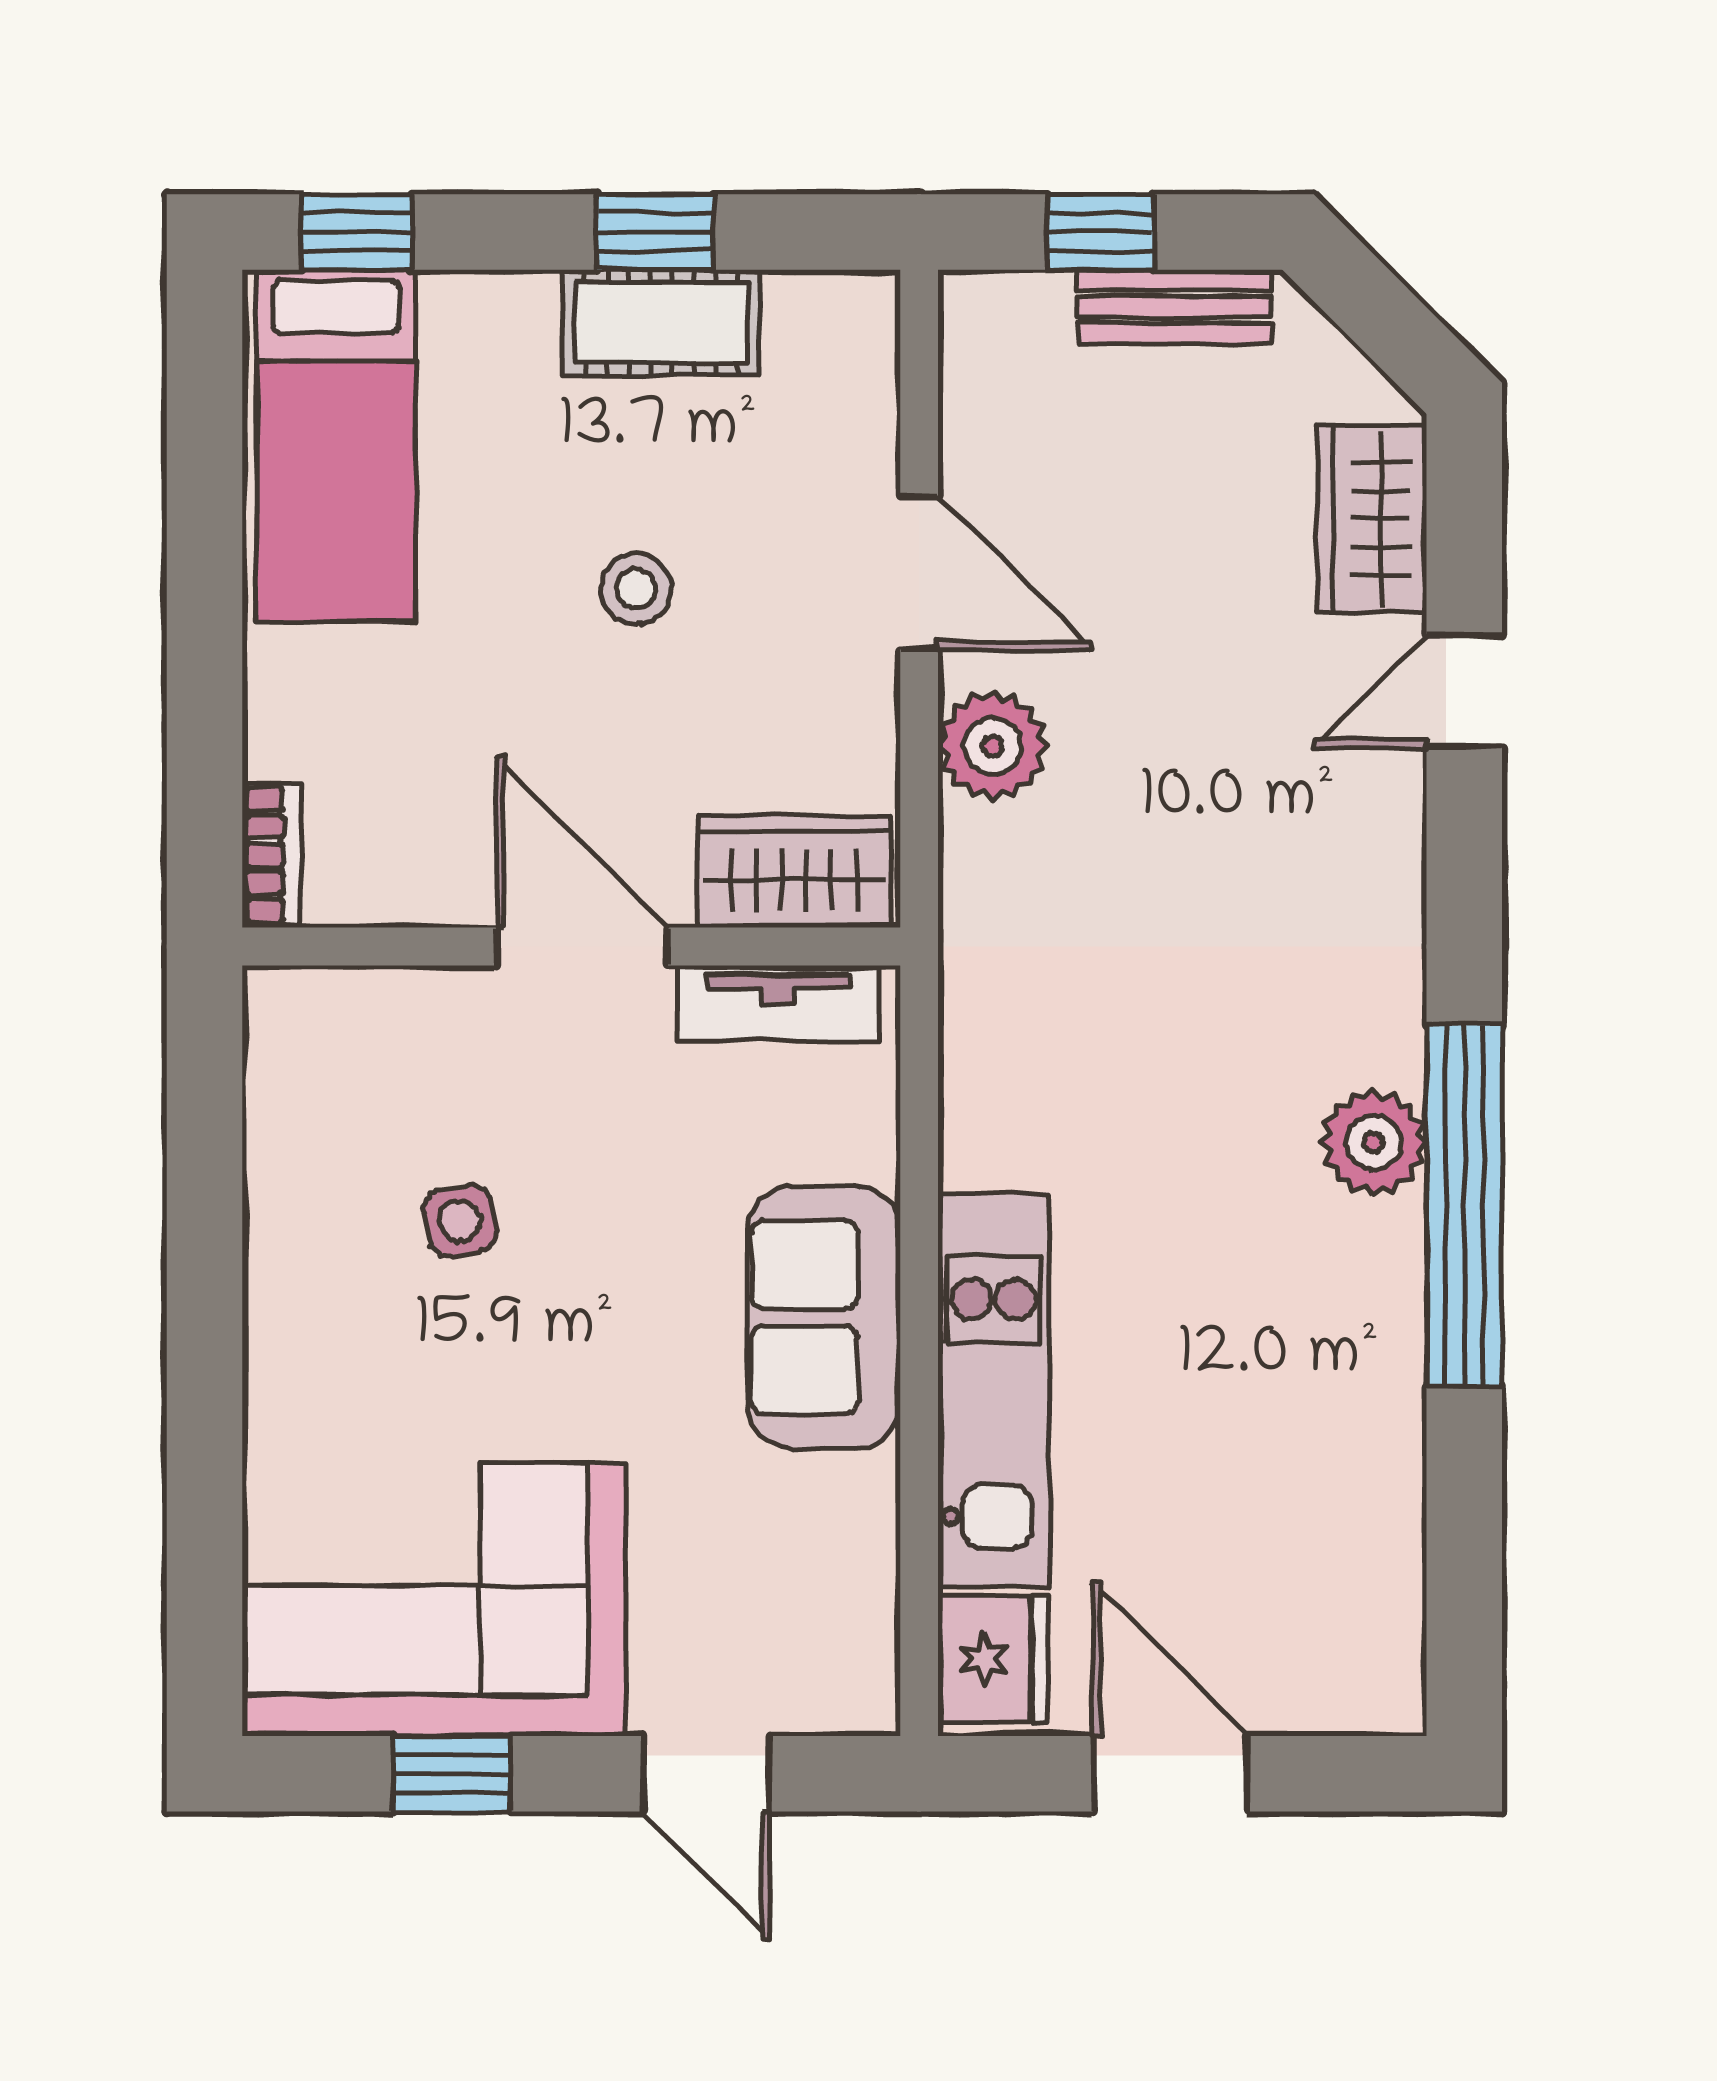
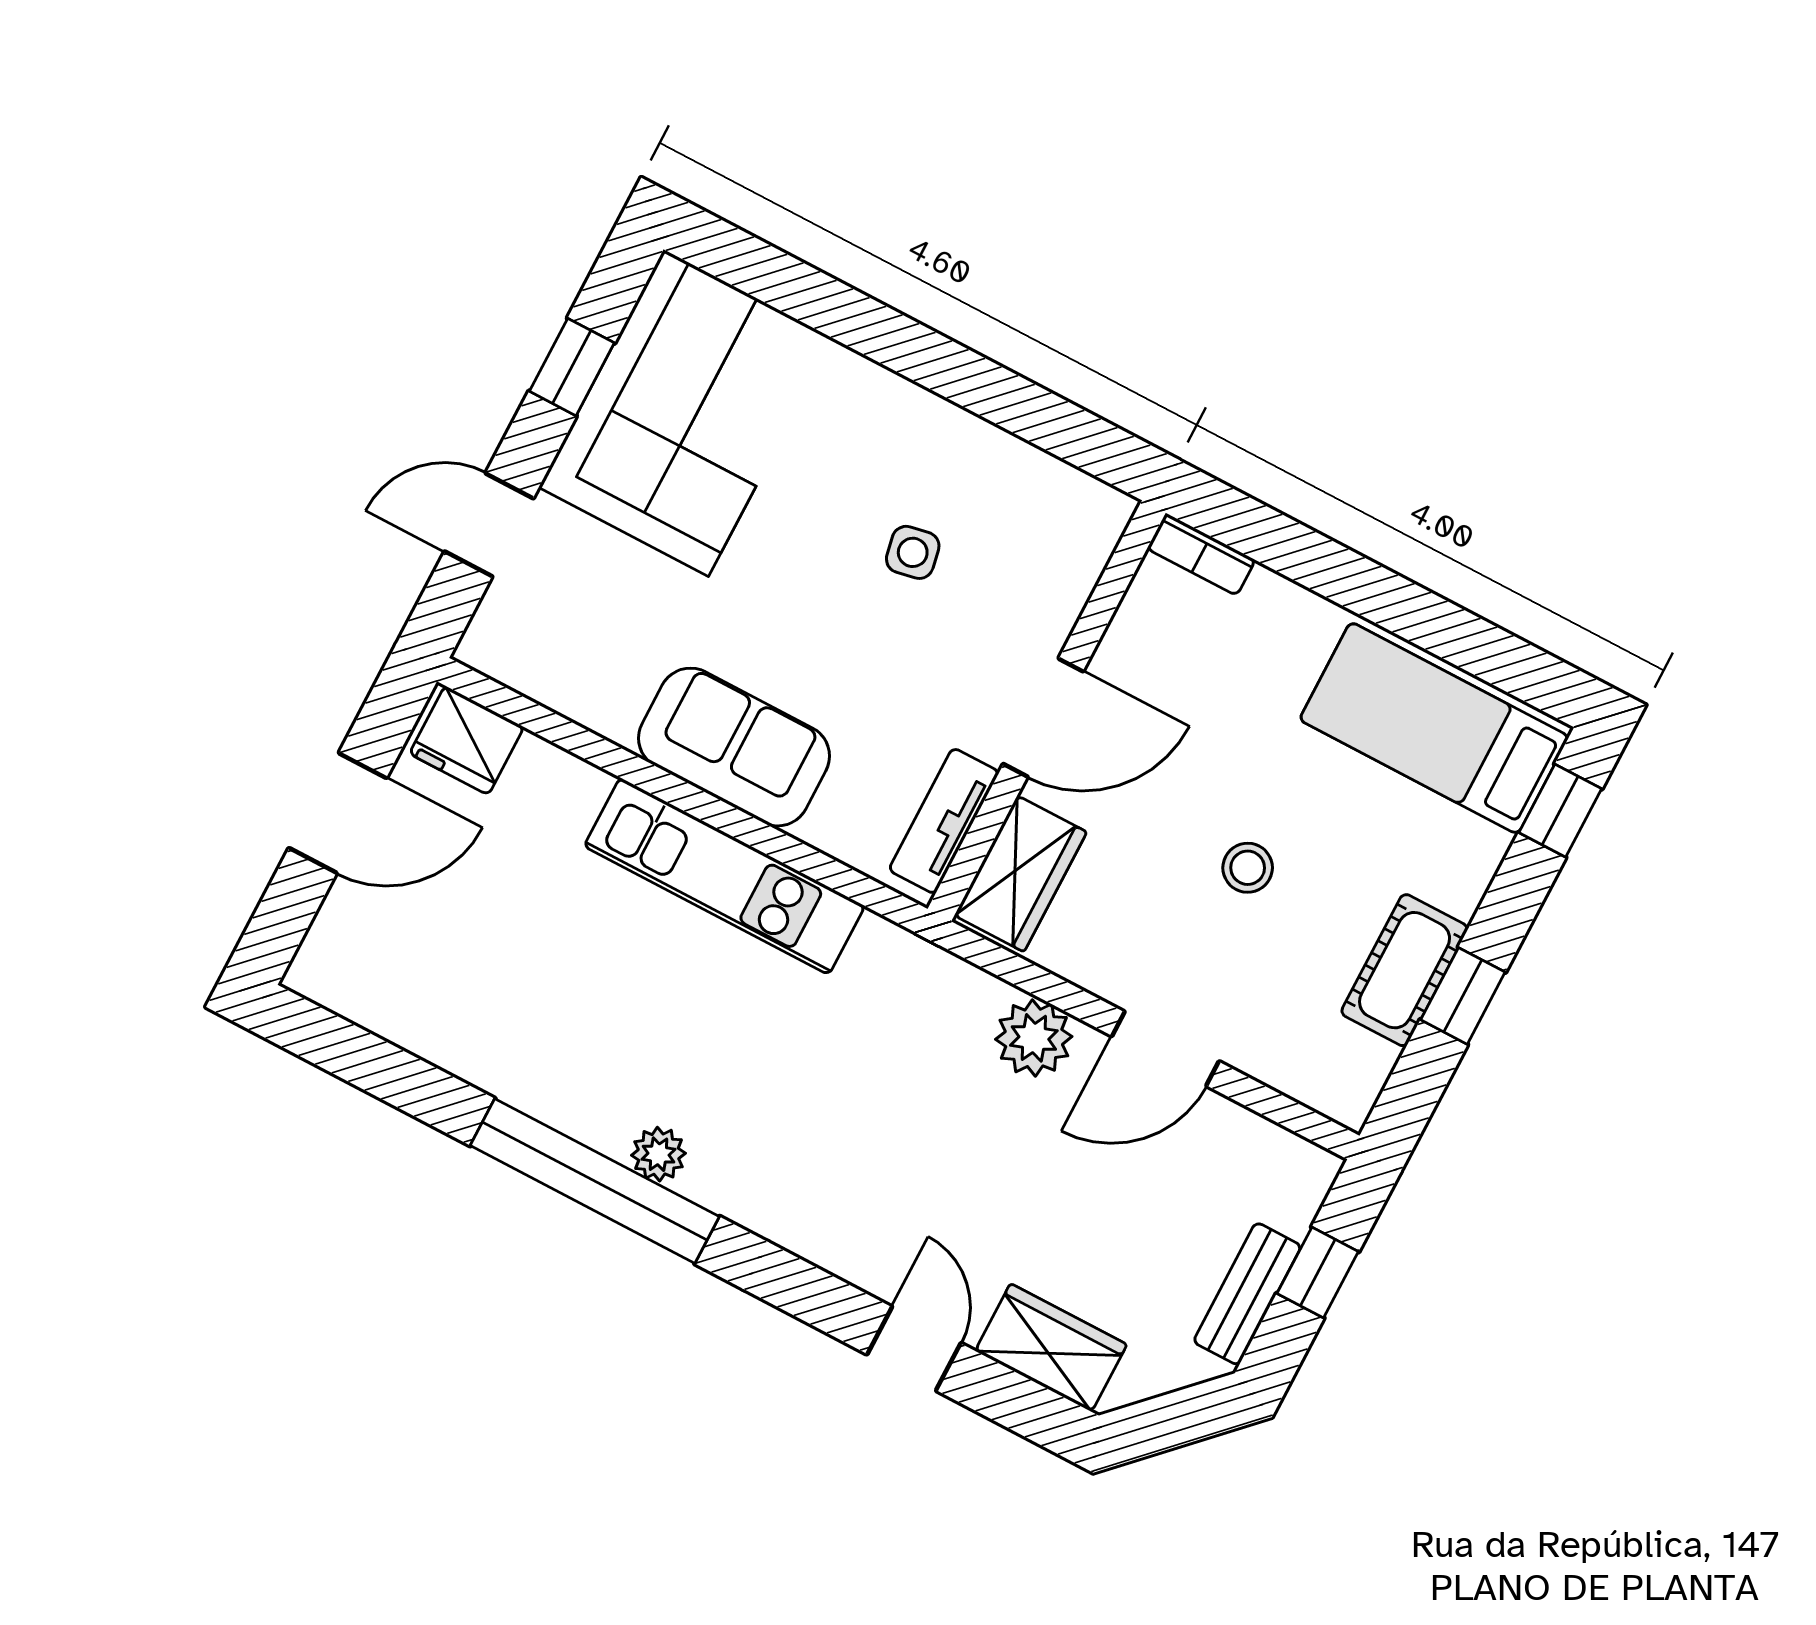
plant: (1374, 1143) -> (658, 1154), width x0.73, depth x0.73
kitchen unit: (994, 1390) -> (724, 876), moved

